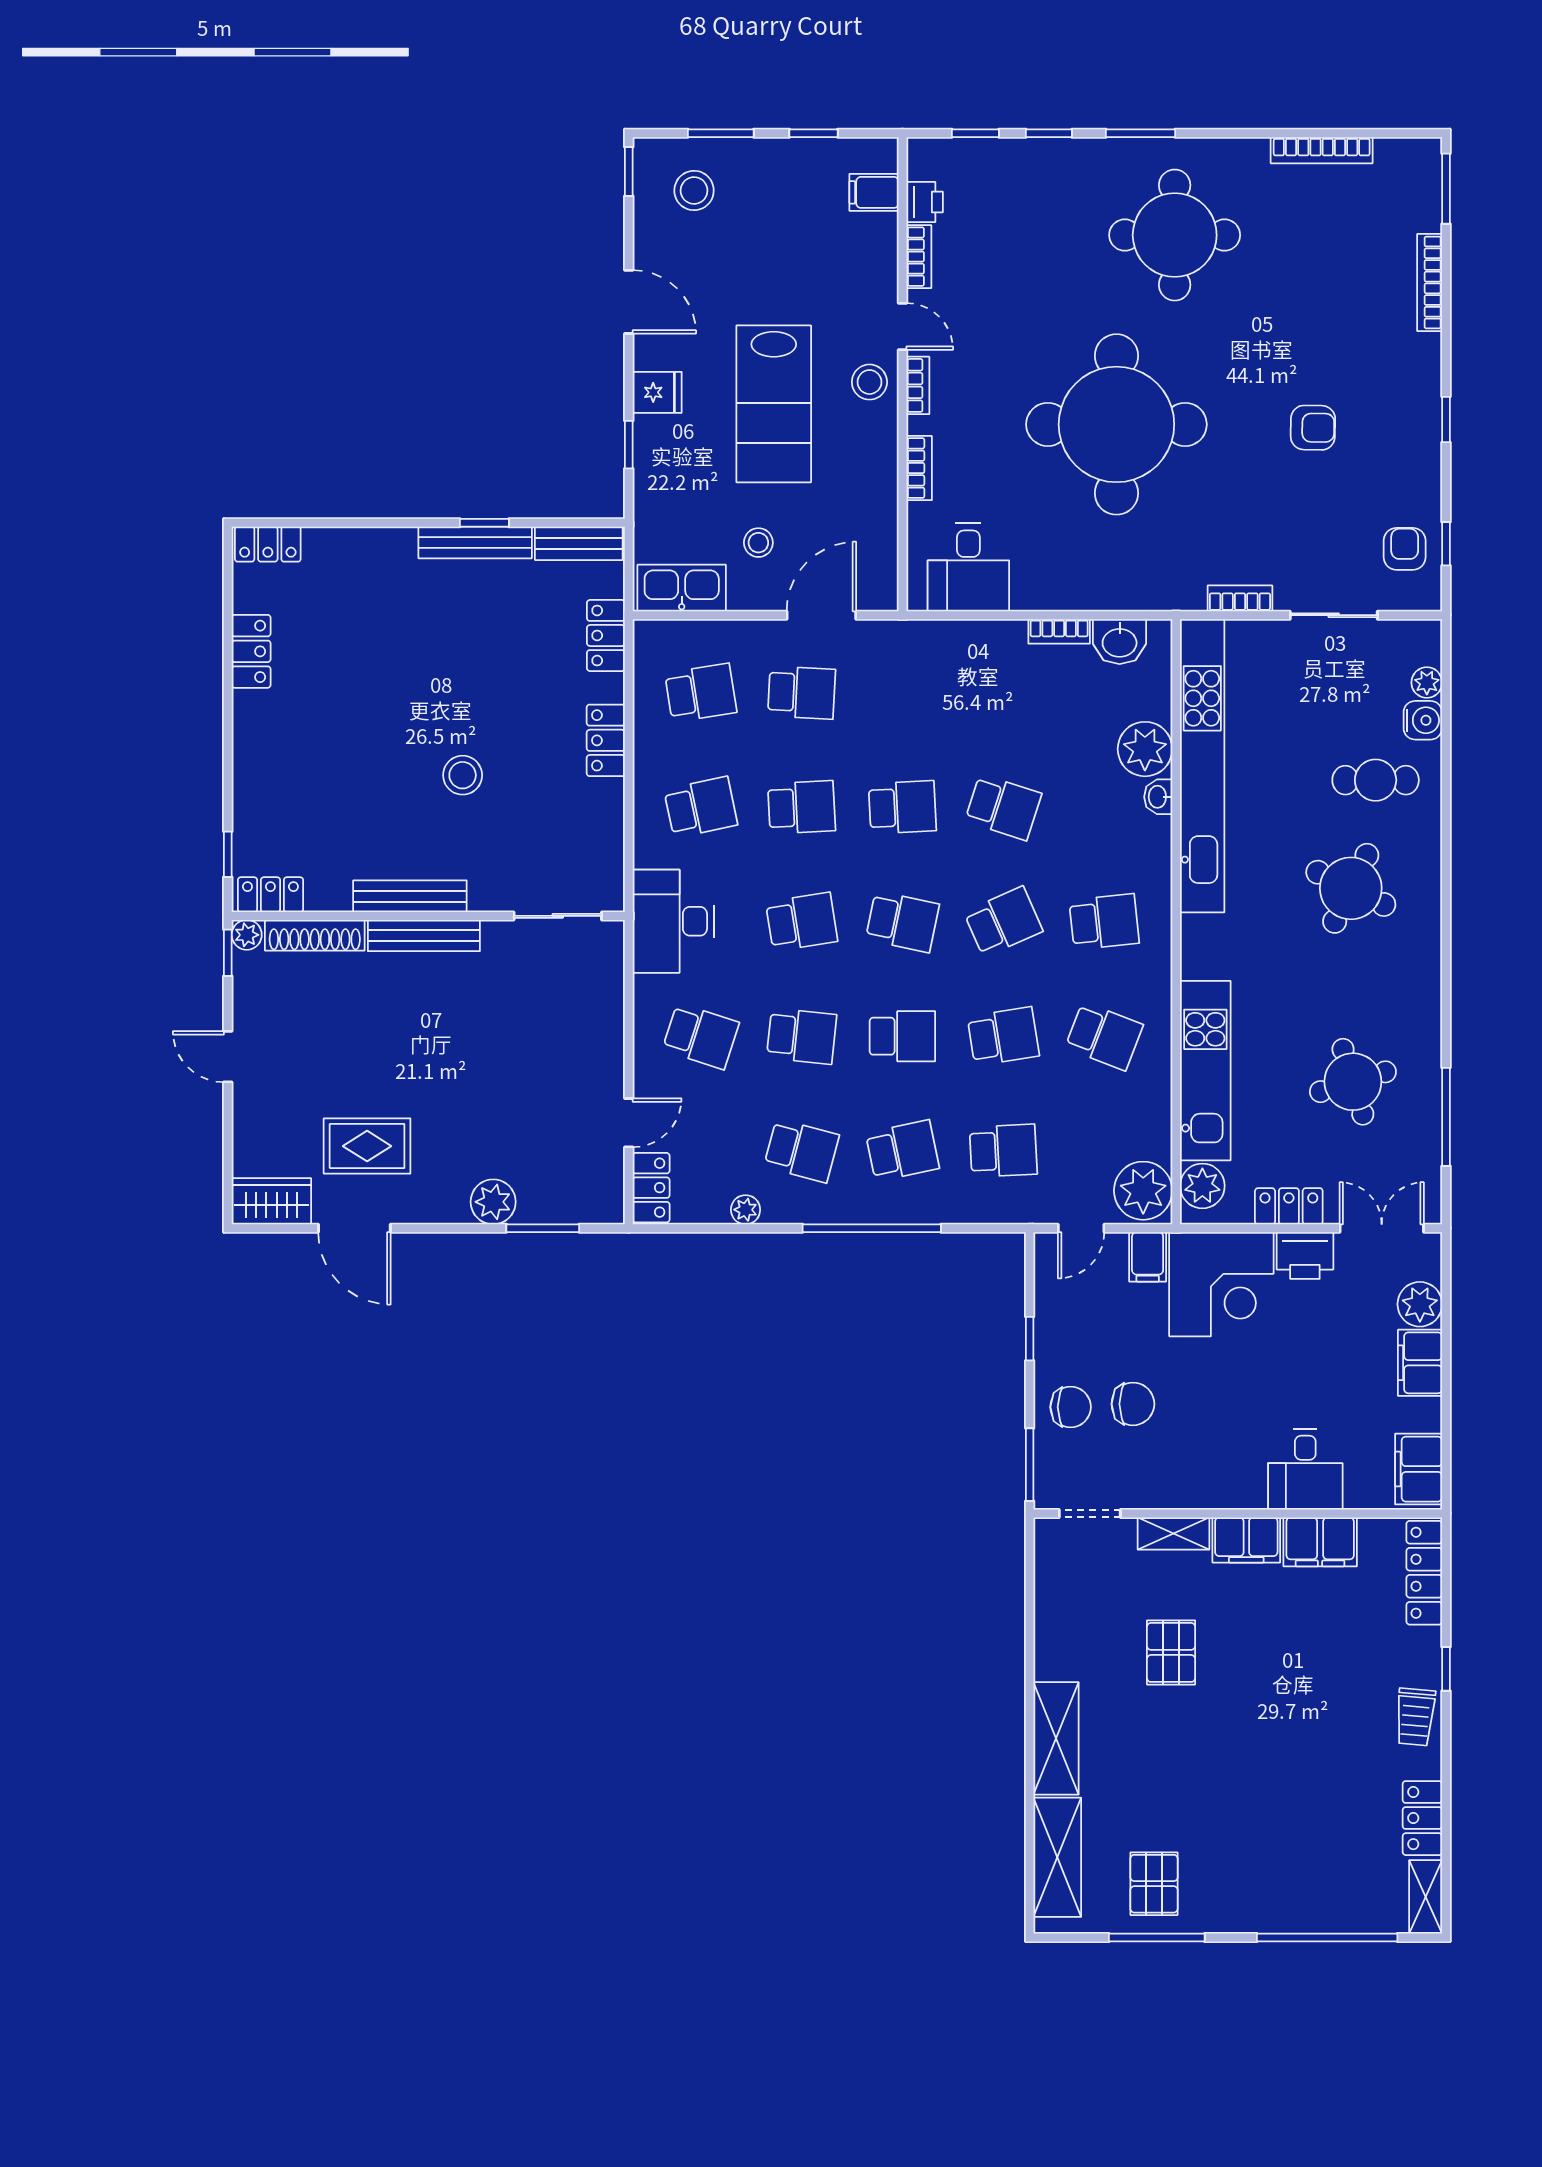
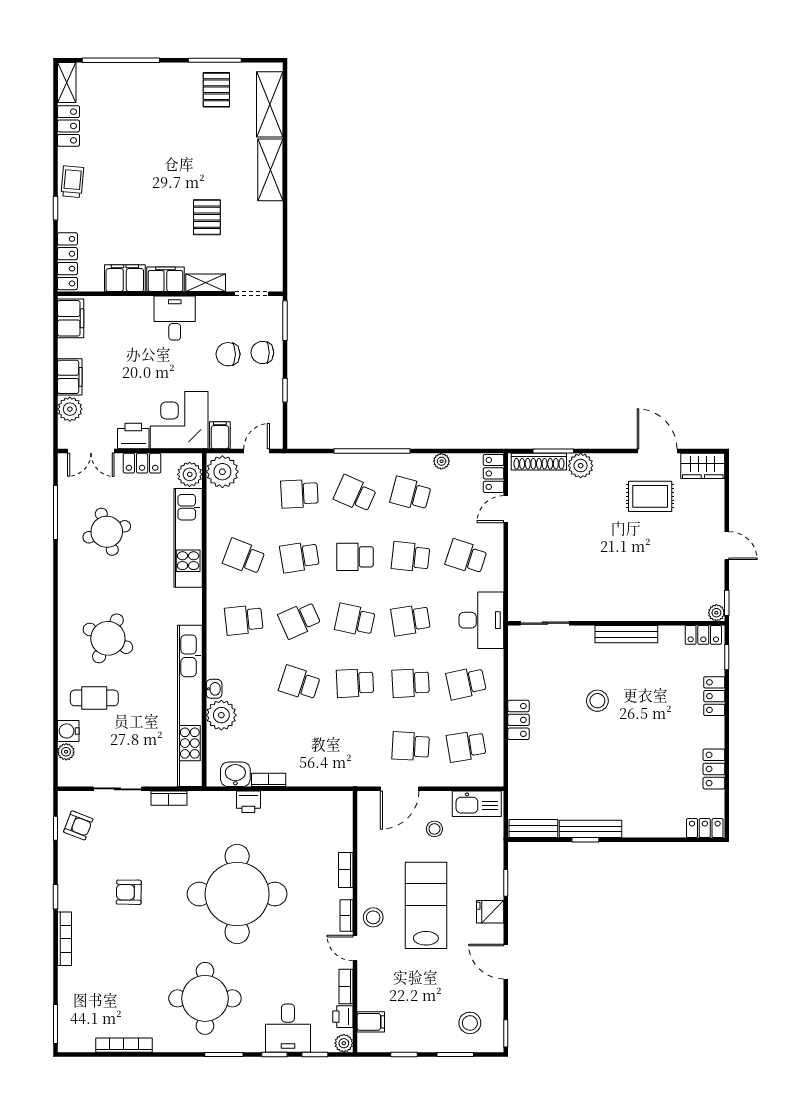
plant: (923, 154) -> (344, 1043), added
bookcase: (1430, 283) -> (64, 939), moved
armchair: (1405, 549) -> (78, 825), turned -69
desk: (968, 567) -> (288, 1028), moved, turned 180
printer: (1096, 592) -> (248, 802), added
locker: (606, 635) -> (714, 696), moved, turned 180
shoe rack: (315, 935) -> (539, 462), moved, turned 180
bench: (424, 935) -> (619, 612), removed
school desk: (902, 1151) -> (355, 494), turned 36
desk: (1305, 1469) -> (175, 318), moved

